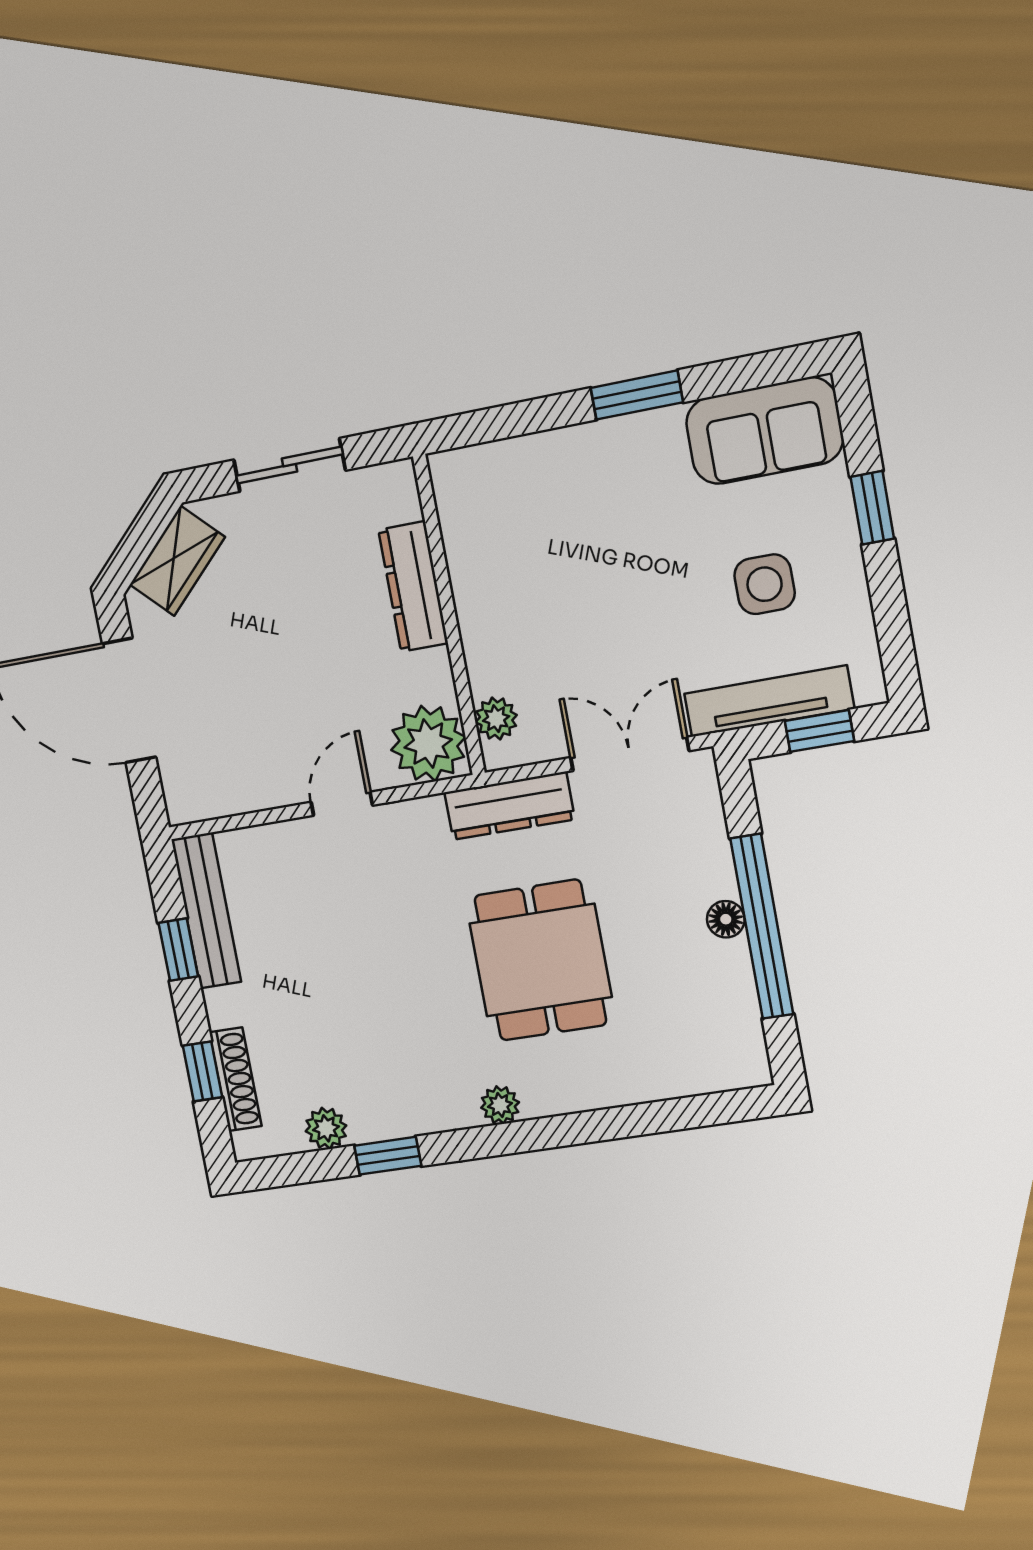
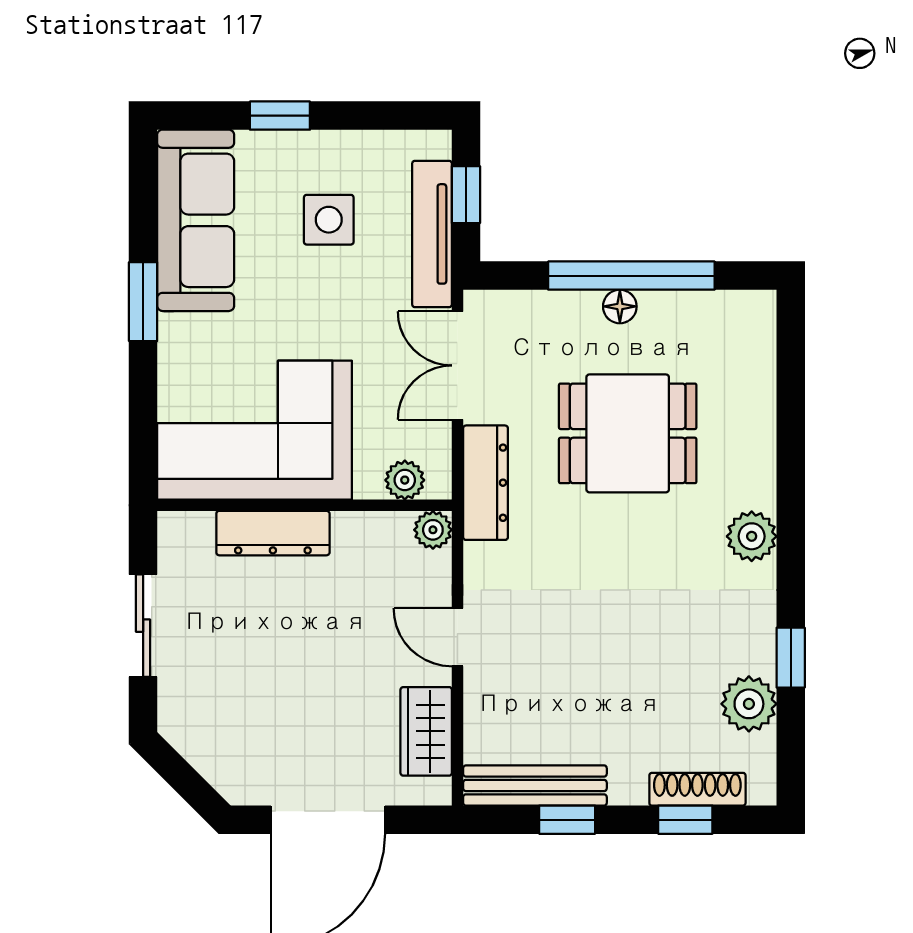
sofa: (764, 431) -> (196, 220), width x1.36
corner sofa: (519, 546) -> (255, 430), added
wardrobe: (177, 561) -> (426, 731), moved, turned -135
plant: (428, 743) -> (433, 530), width x0.53, depth x0.53
dining table: (540, 960) -> (628, 433), moved
plant: (500, 1105) -> (752, 536), width x1.38, depth x1.38
plant: (326, 1128) -> (749, 704), width x1.38, depth x1.38

